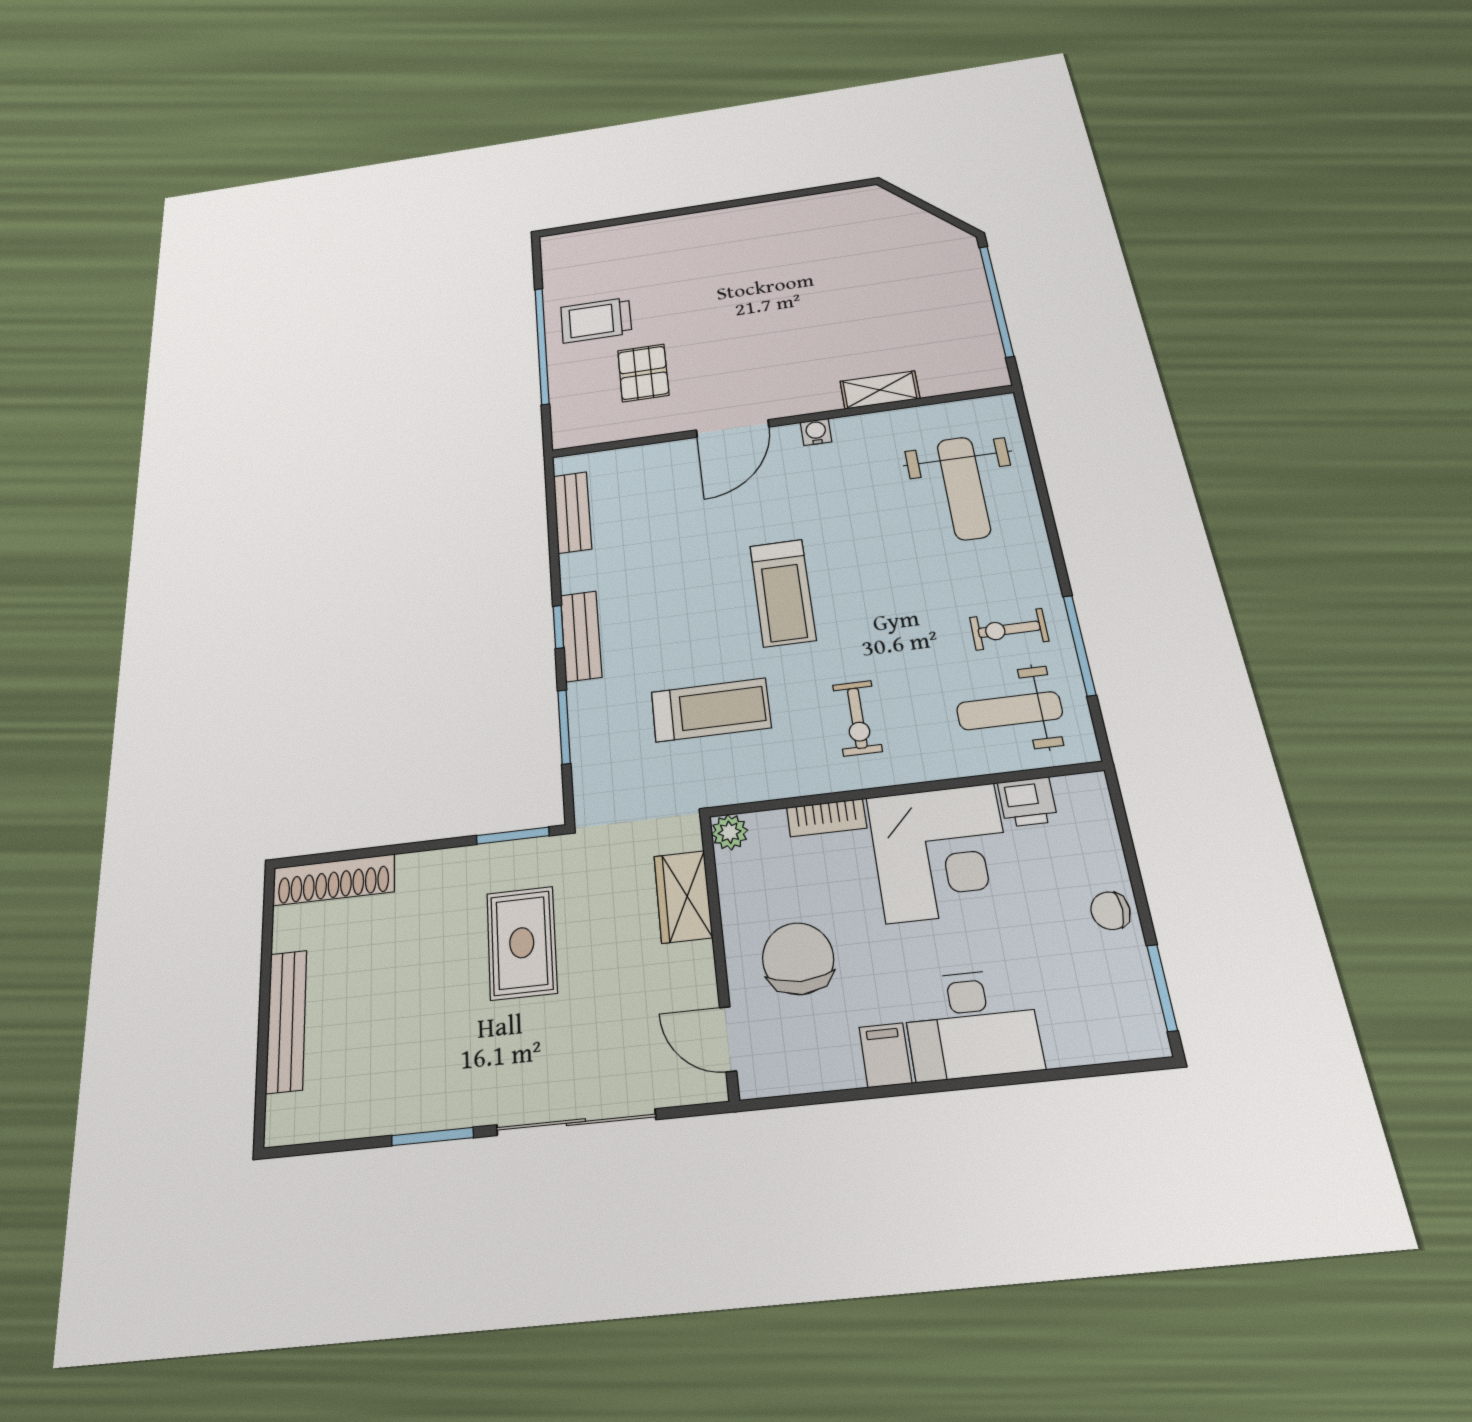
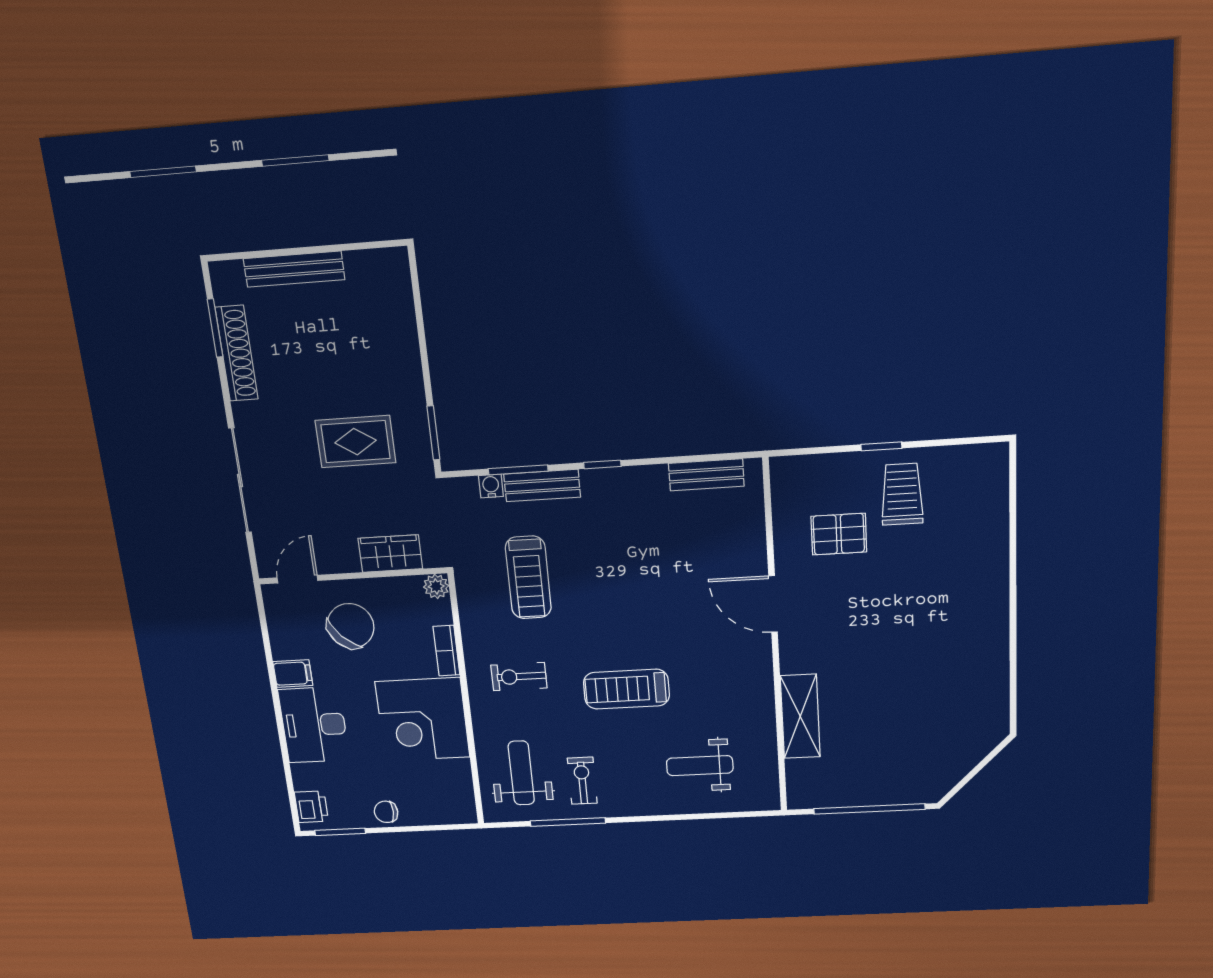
window: (542, 346) -> (881, 446), width x0.32
shelving: (880, 390) -> (800, 716), width x1.50, depth x1.33
water cooler: (816, 432) -> (491, 486), moved, turned -90
weight bench: (964, 488) -> (700, 766), width x0.73, depth x0.75
treadmill: (783, 593) -> (626, 689), moved
bench: (581, 636) -> (542, 486), moved
printer: (1028, 802) -> (311, 807), moved, turned 180
shoe rack: (334, 880) -> (237, 353), moved, turned 180
chair: (1110, 911) -> (386, 812), turned -90
chair: (798, 959) -> (351, 626), turned -44
window: (432, 1137) -> (215, 328), moved

